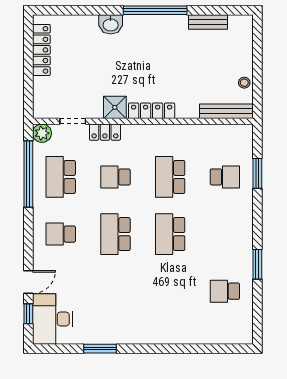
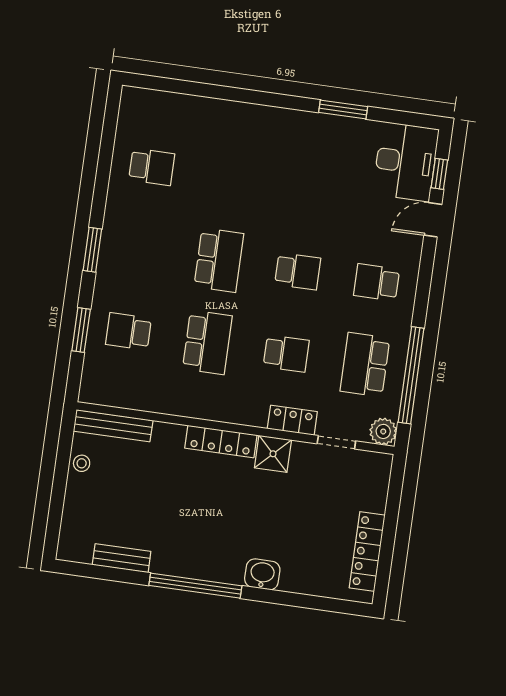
school desk: (61, 177) -> (365, 365), turned 180
school desk: (61, 234) -> (377, 282), turned 180
school desk: (115, 234) -> (298, 271), width x0.54
window: (257, 264) -> (92, 250), moved

